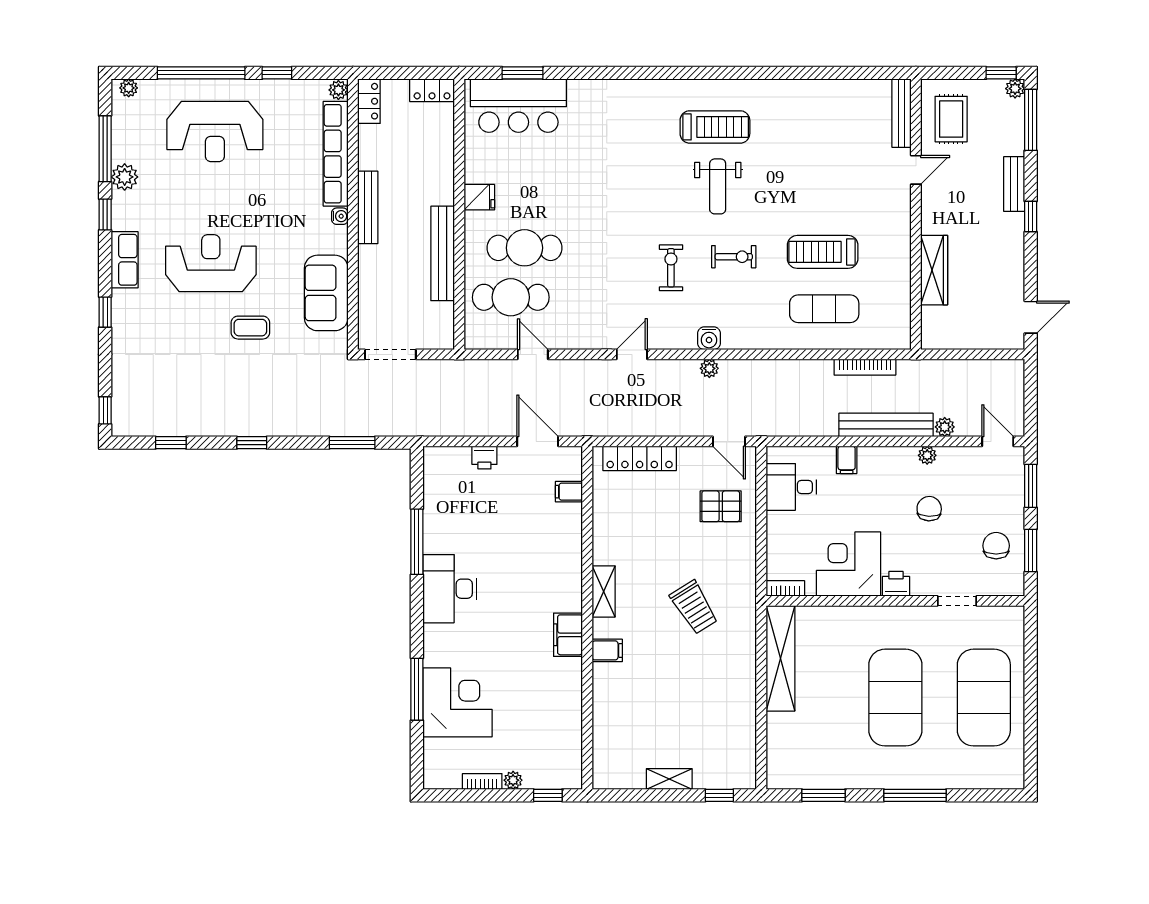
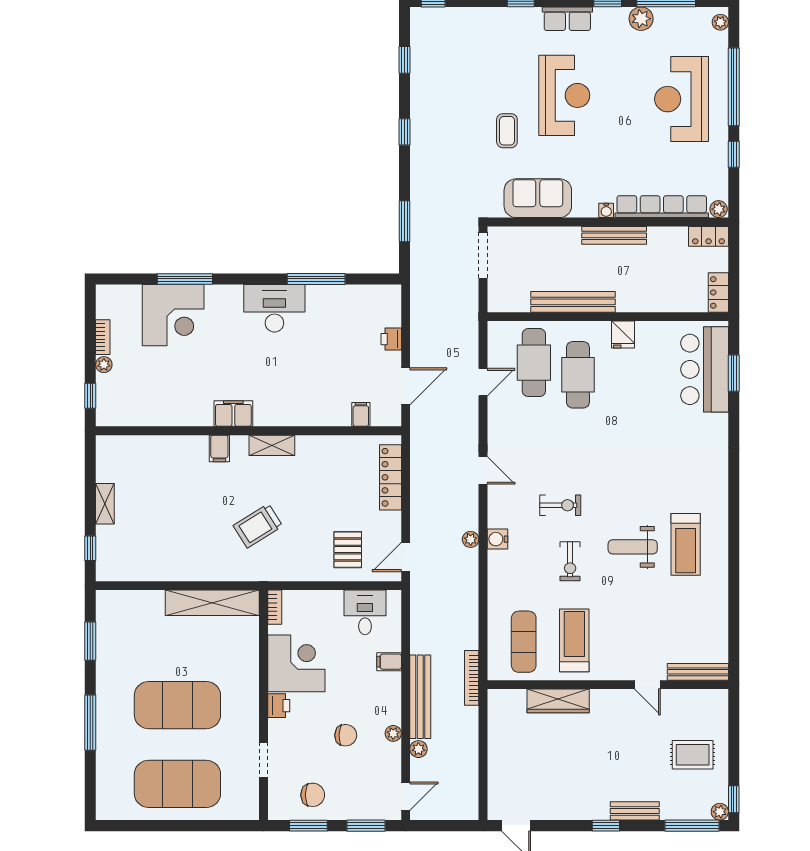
bench: (901, 113) -> (698, 672), moved
door: (916, 170) -> (647, 685), moved
wall: (916, 214) -> (608, 685), moved
wardrobe: (934, 270) -> (558, 701), moved

